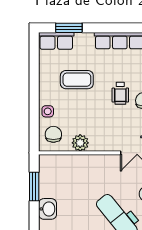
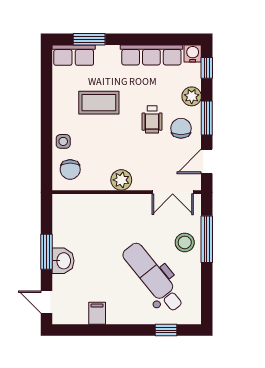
chair: (53, 134) -> (70, 170), turned 180
plant: (80, 143) -> (121, 180), moved
window: (34, 186) -> (47, 252), moved

